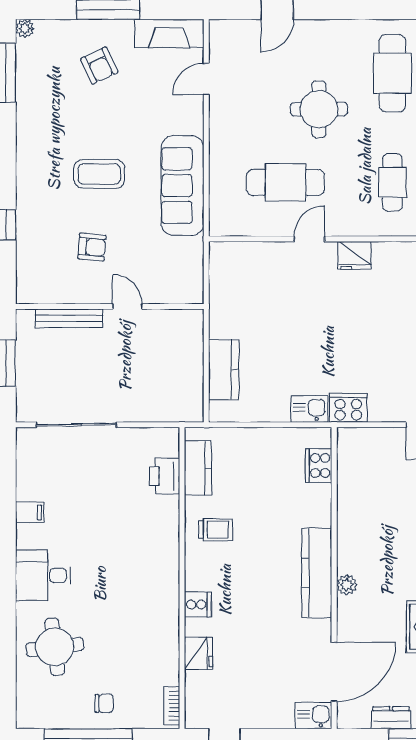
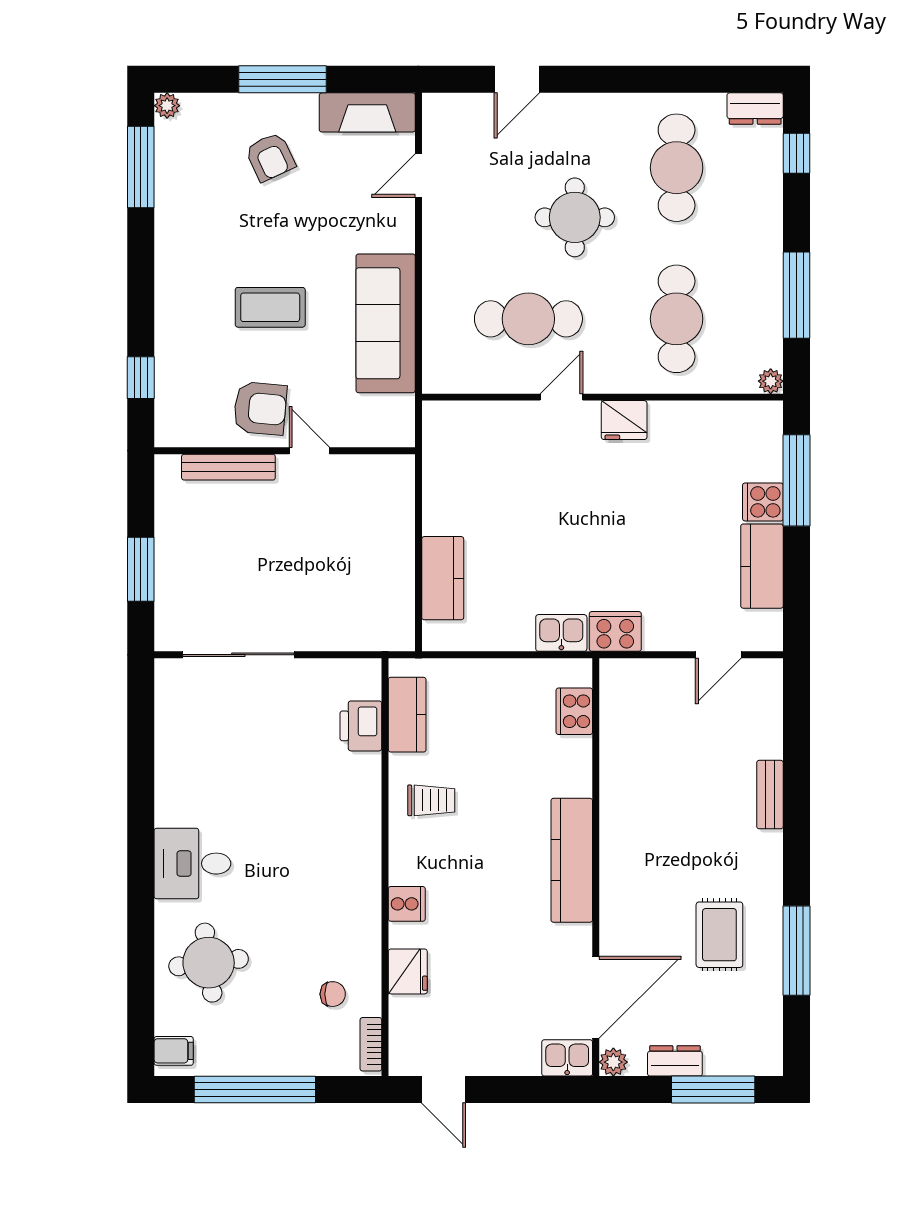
cafe table: (392, 182) -> (677, 319), width x1.37, depth x1.35
armchair: (92, 247) -> (260, 408), width x1.38, depth x1.38
wall: (110, 306) -> (285, 451), moved
door: (127, 306) -> (309, 451), moved
bench: (69, 318) -> (228, 467), moved
filing cabinet: (30, 513) -> (174, 1051), moved
plant: (347, 585) -> (613, 1062), moved
chair: (104, 703) -> (333, 994), moved

